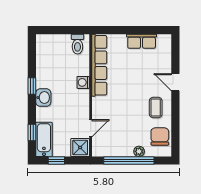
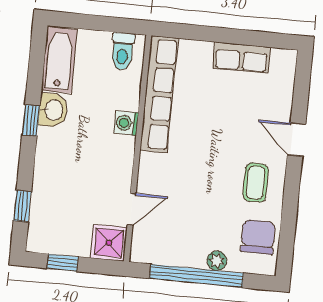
washbasin: (43, 98) -> (53, 110), moved
bathtub: (44, 139) -> (59, 60), moved

